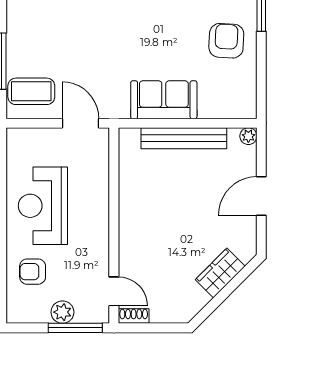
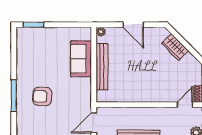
armchair: (226, 41) -> (42, 96), moved
sofa: (164, 100) -> (81, 59), moved

